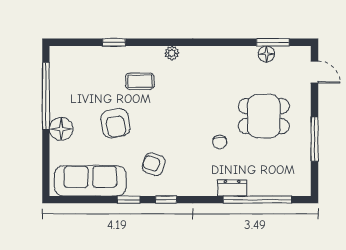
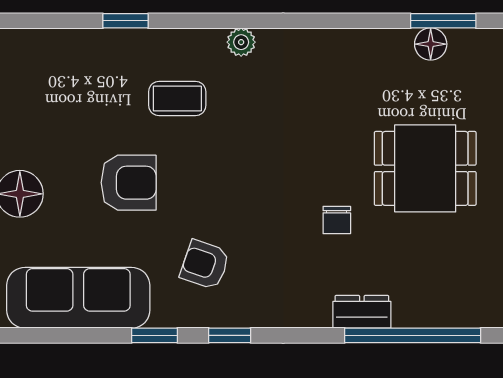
armchair: (115, 123) -> (129, 183), turned -81

